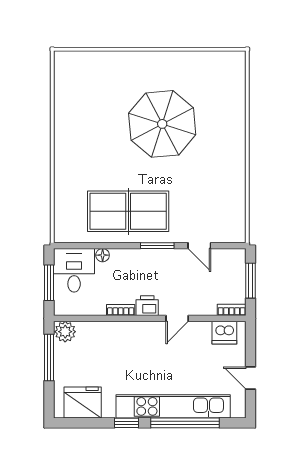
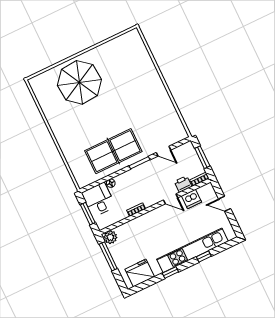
parasol: (162, 124) -> (79, 82), moved
printer: (147, 306) -> (183, 184), moved
door: (177, 318) -> (171, 199), hinge flipped
dishwasher: (224, 333) -> (191, 199), moved
door: (251, 378) -> (225, 204), moved
window: (185, 423) -> (204, 256), width x0.32

